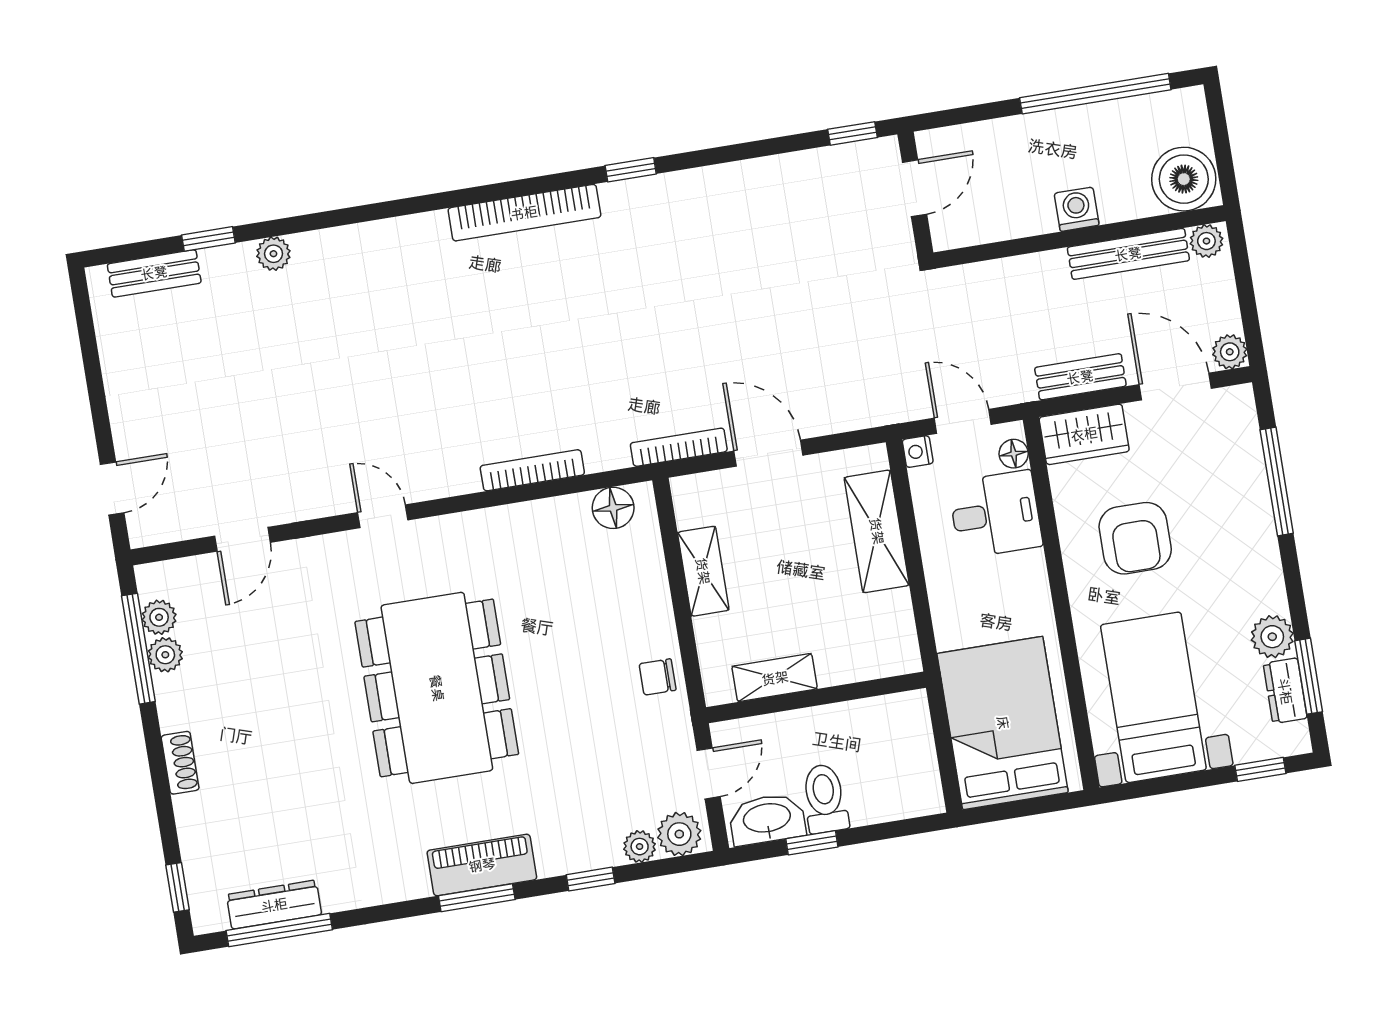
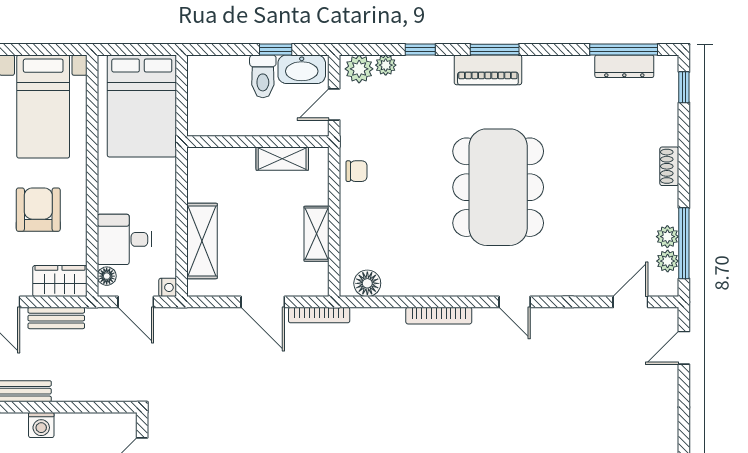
bookcase: (532, 470) -> (439, 316), moved
door: (242, 539) -> (630, 302), moved

